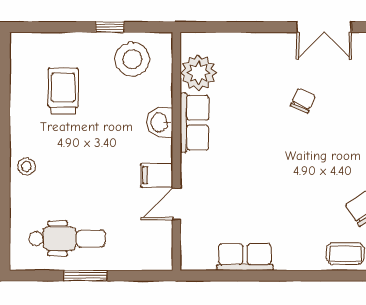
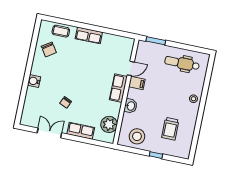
window: (110, 27) -> (156, 155), moved
row of seats: (257, 46) -> (81, 131), added
row of seats: (194, 123) -> (118, 88), moved
row of seats: (245, 257) -> (89, 35), moved
window: (86, 276) -> (156, 41), moved

